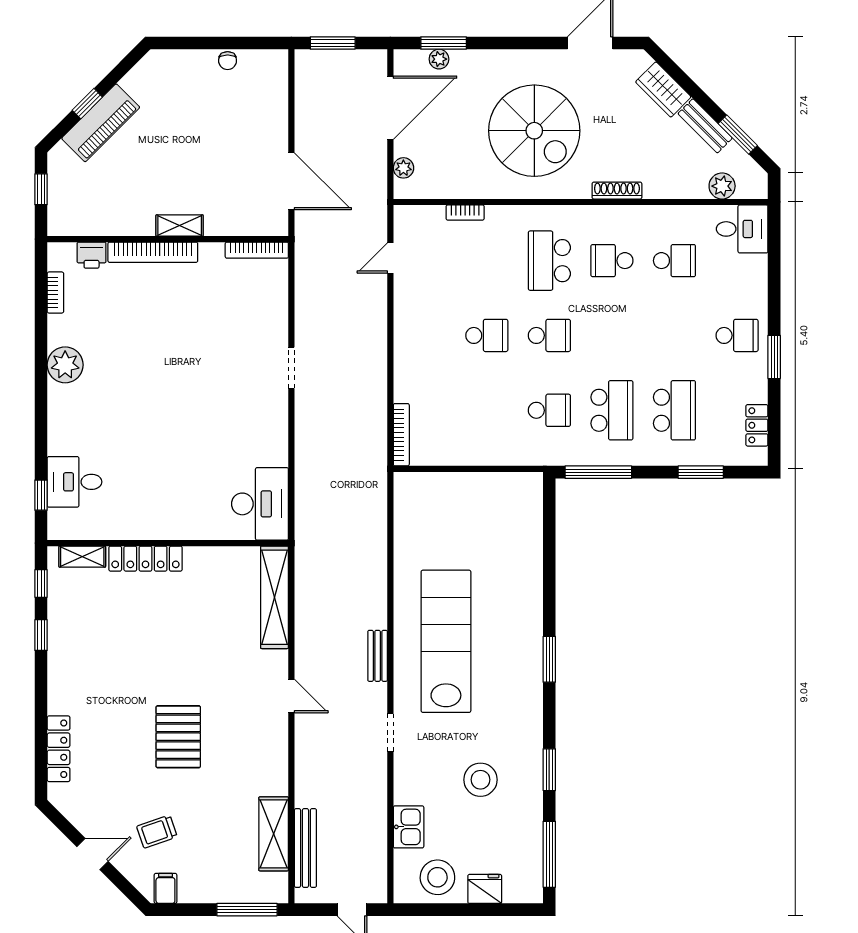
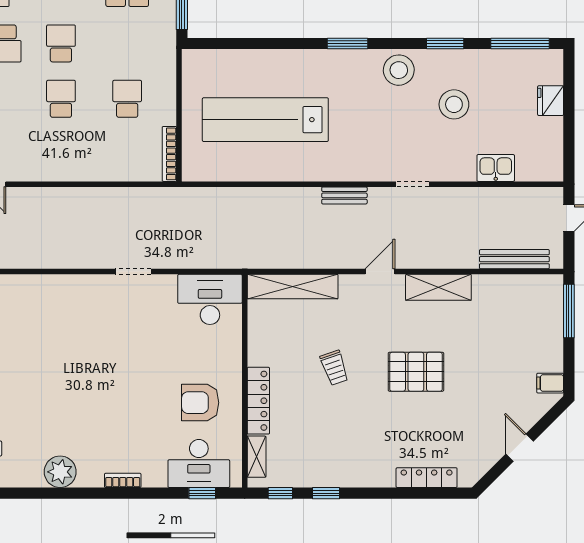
bookcase: (55, 293) -> (123, 480), moved
plant: (65, 365) -> (60, 472), moved
doorway: (291, 368) -> (133, 272), moved
school desk: (549, 410) -> (127, 99), moved
bookcase: (401, 435) -> (169, 154), moved, turned -90
desk: (75, 482) -> (199, 463), width x1.37
armchair: (143, 493) -> (200, 403), added
lab bench: (446, 641) -> (265, 120), moved
trolley: (157, 832) -> (334, 368), moved
shelving: (274, 834) -> (438, 287), moved
stool: (437, 877) -> (399, 70), moved

